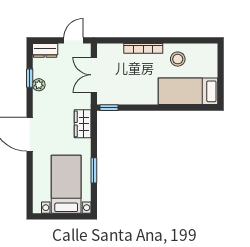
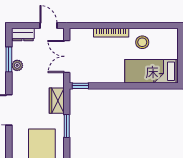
door: (74, 40) -> (48, 25), hinge flipped
window: (30, 78) -> (9, 59), width x1.50
window: (94, 170) -> (67, 126), moved

